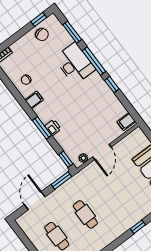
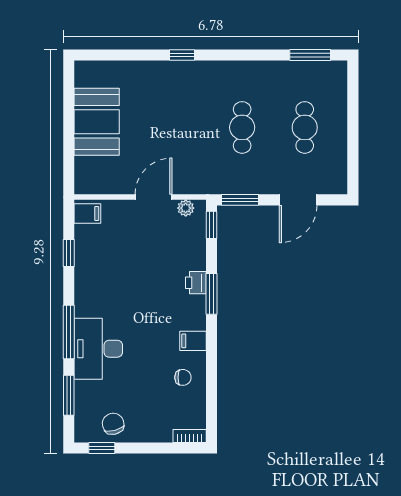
window: (112, 85) -> (69, 253), moved

